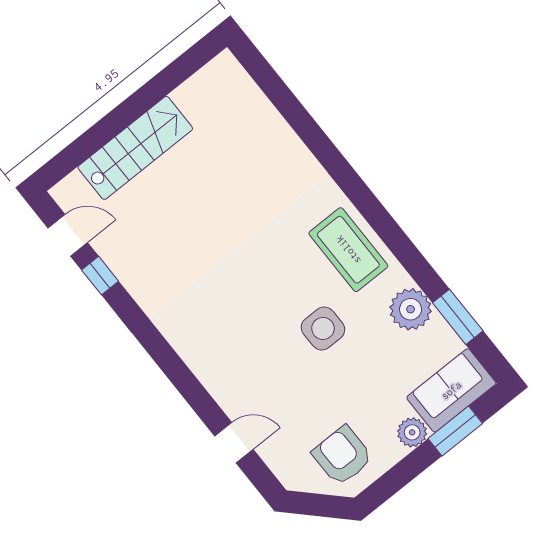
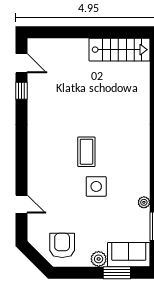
stairs: (135, 148) -> (119, 50), moved
coffee table: (348, 250) -> (86, 152), moved, width x0.73, depth x0.76
plant: (411, 309) -> (144, 202), width x0.53, depth x0.53

